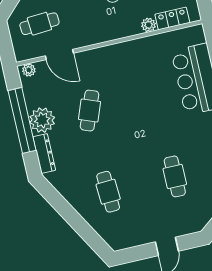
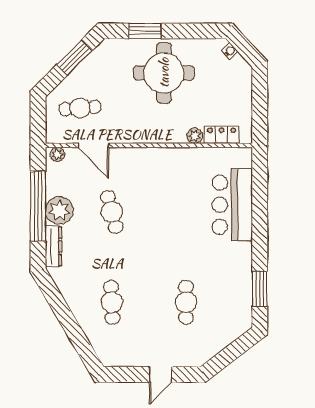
cafe table: (90, 111) -> (112, 212), turned -36

